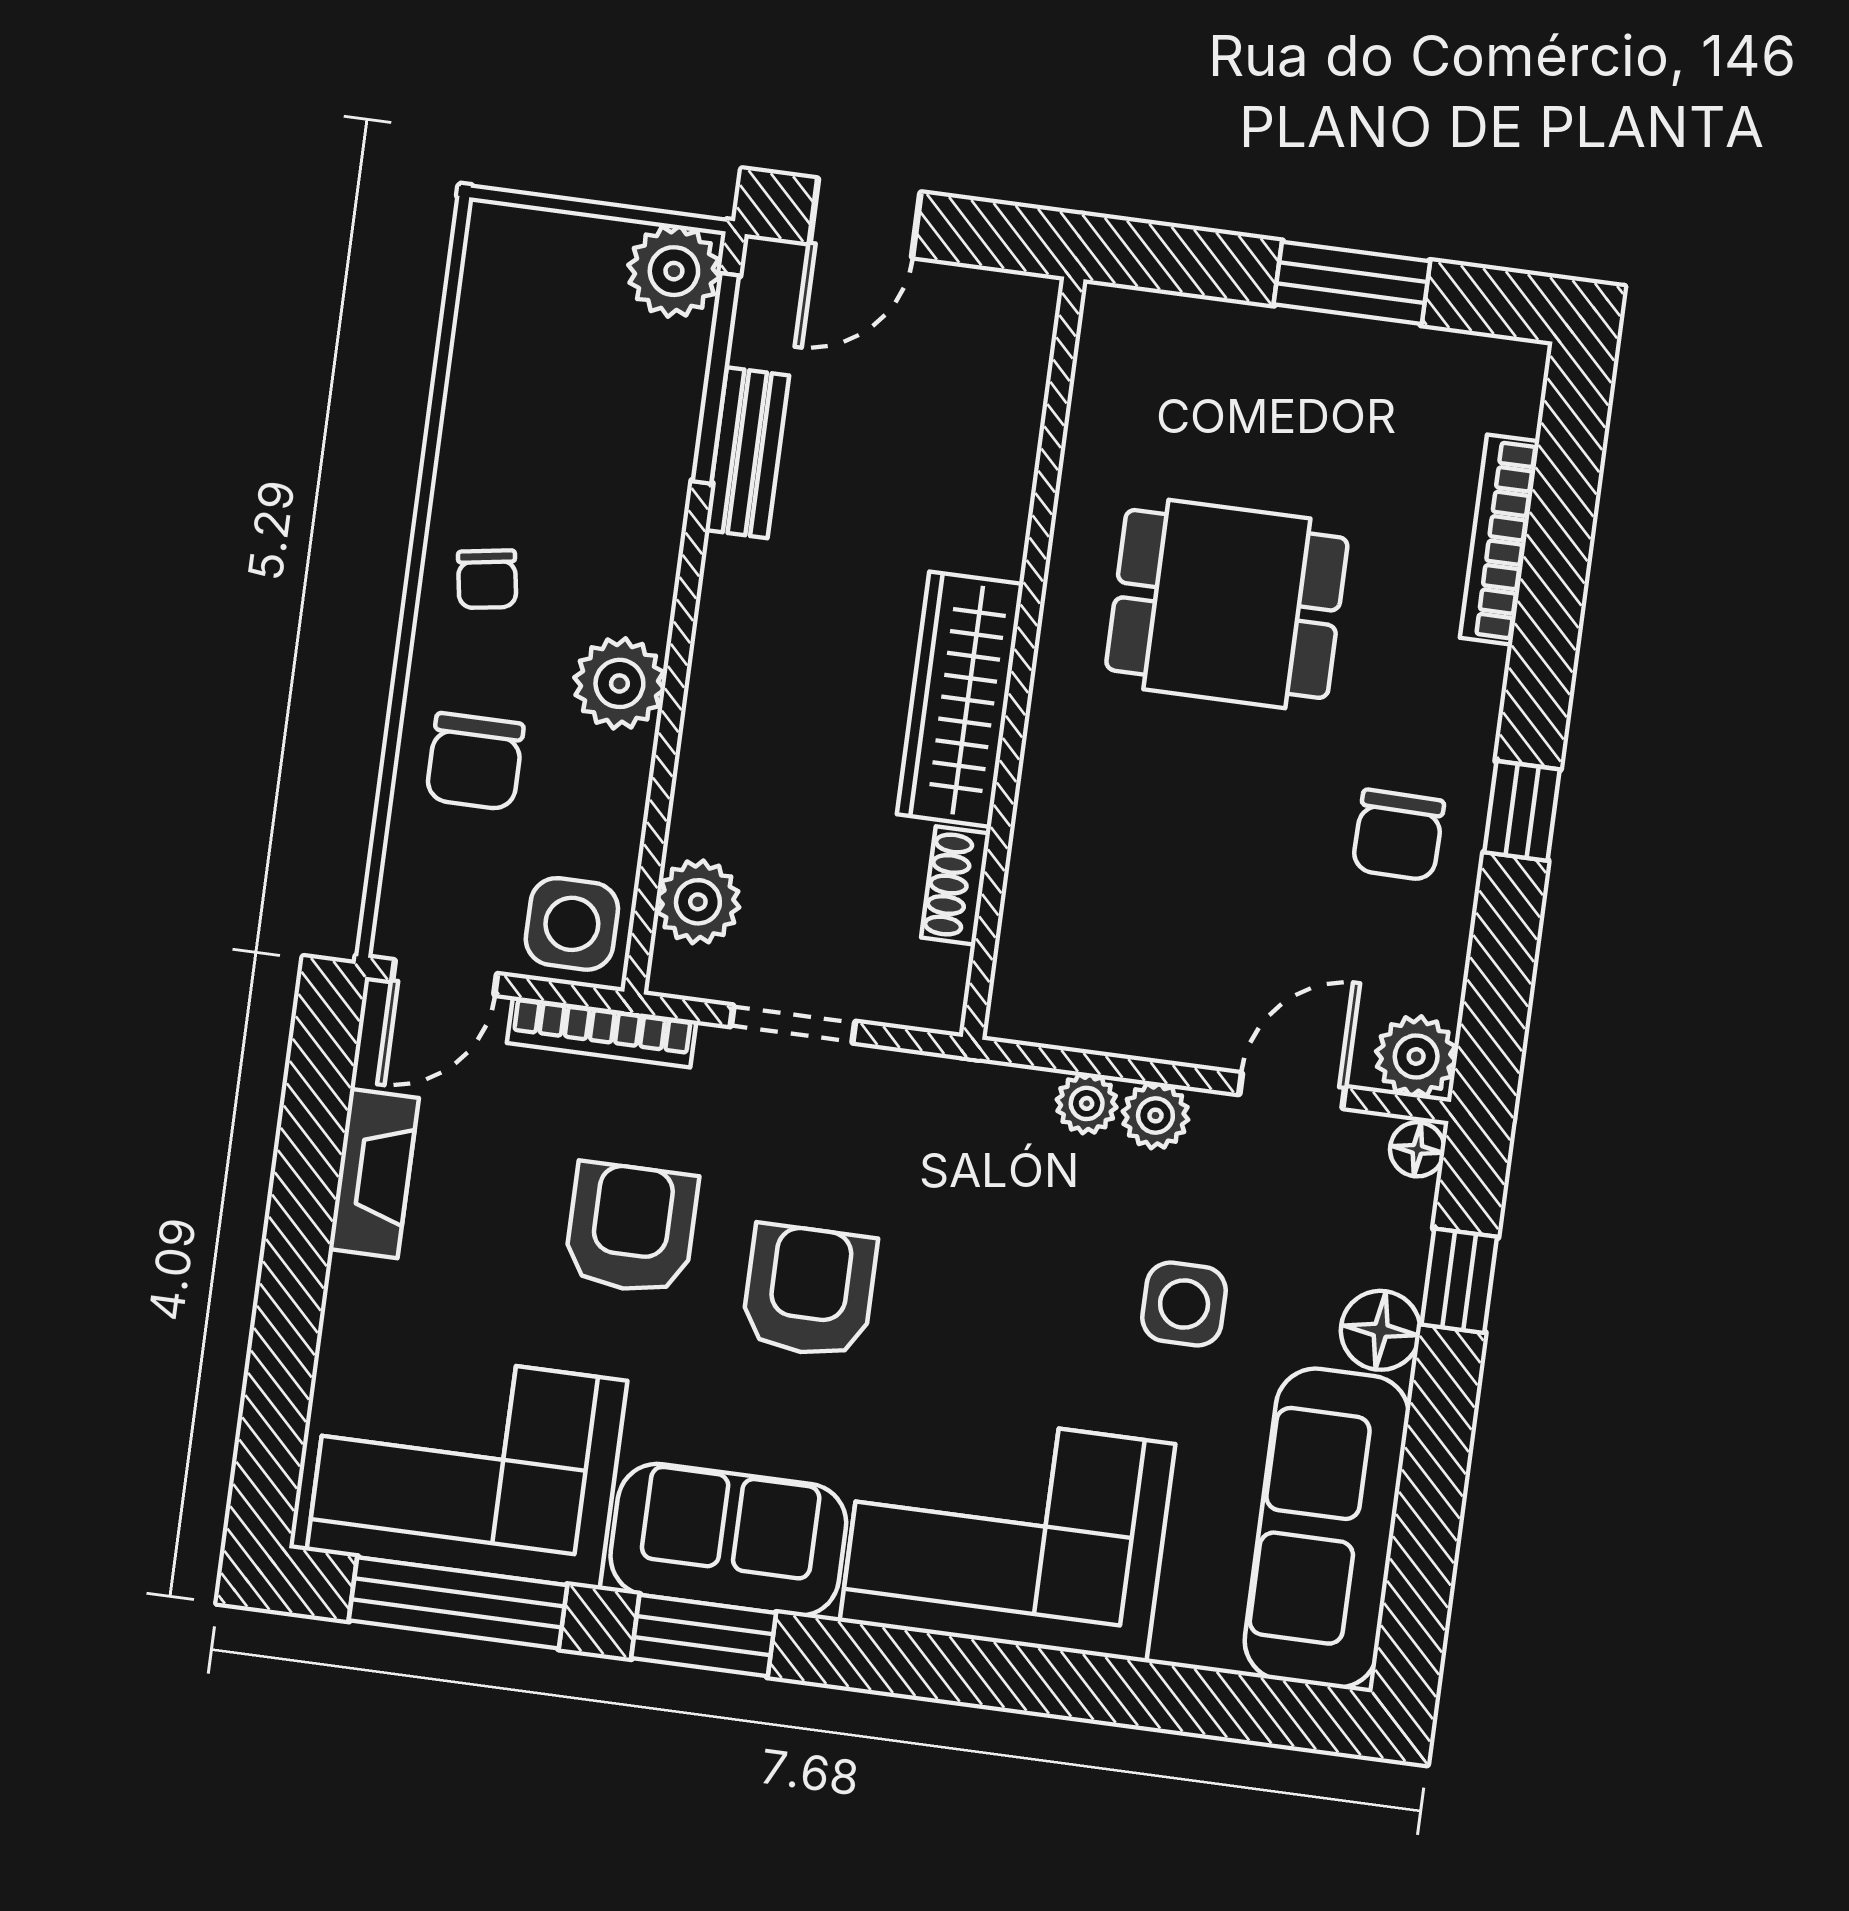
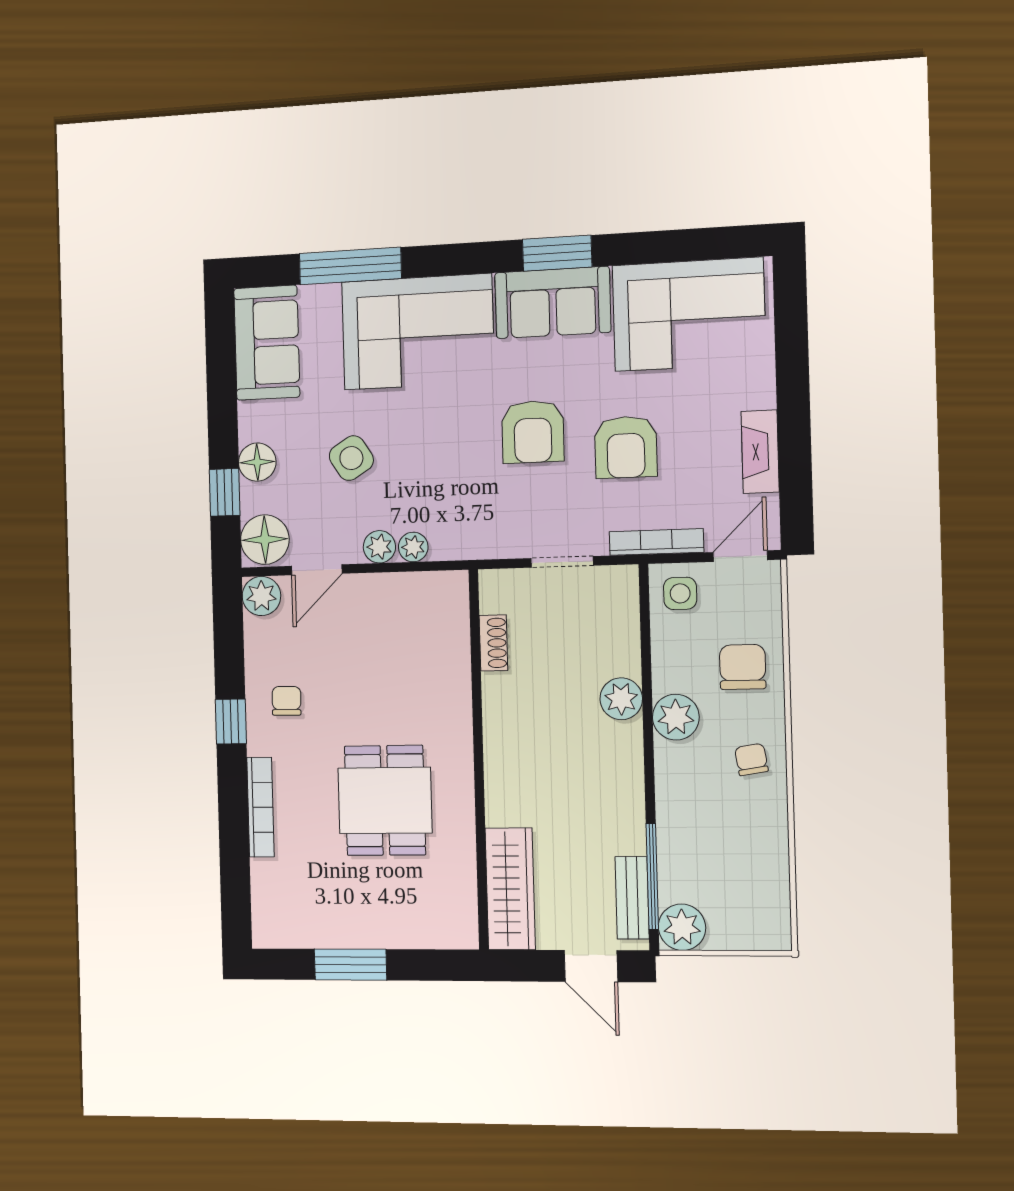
door: (865, 218) -> (591, 966), swing flipped
bench: (747, 453) -> (632, 898), moved
bookcase: (1500, 540) -> (260, 807), moved
dining table: (1227, 604) -> (385, 800), turned 90
wardrobe: (960, 699) -> (510, 889), moved
chair: (1398, 835) -> (287, 701), width x0.73, depth x0.73
plant: (698, 902) -> (621, 699), moved
side table: (572, 924) -> (680, 593), width x0.73, depth x0.73
floor lamp: (1417, 1149) -> (265, 540), width x1.89, depth x1.89
side table: (1184, 1304) -> (351, 458), turned -32
sofa: (1327, 1528) -> (267, 343), width x0.73
window: (458, 1603) -> (350, 266), moved

